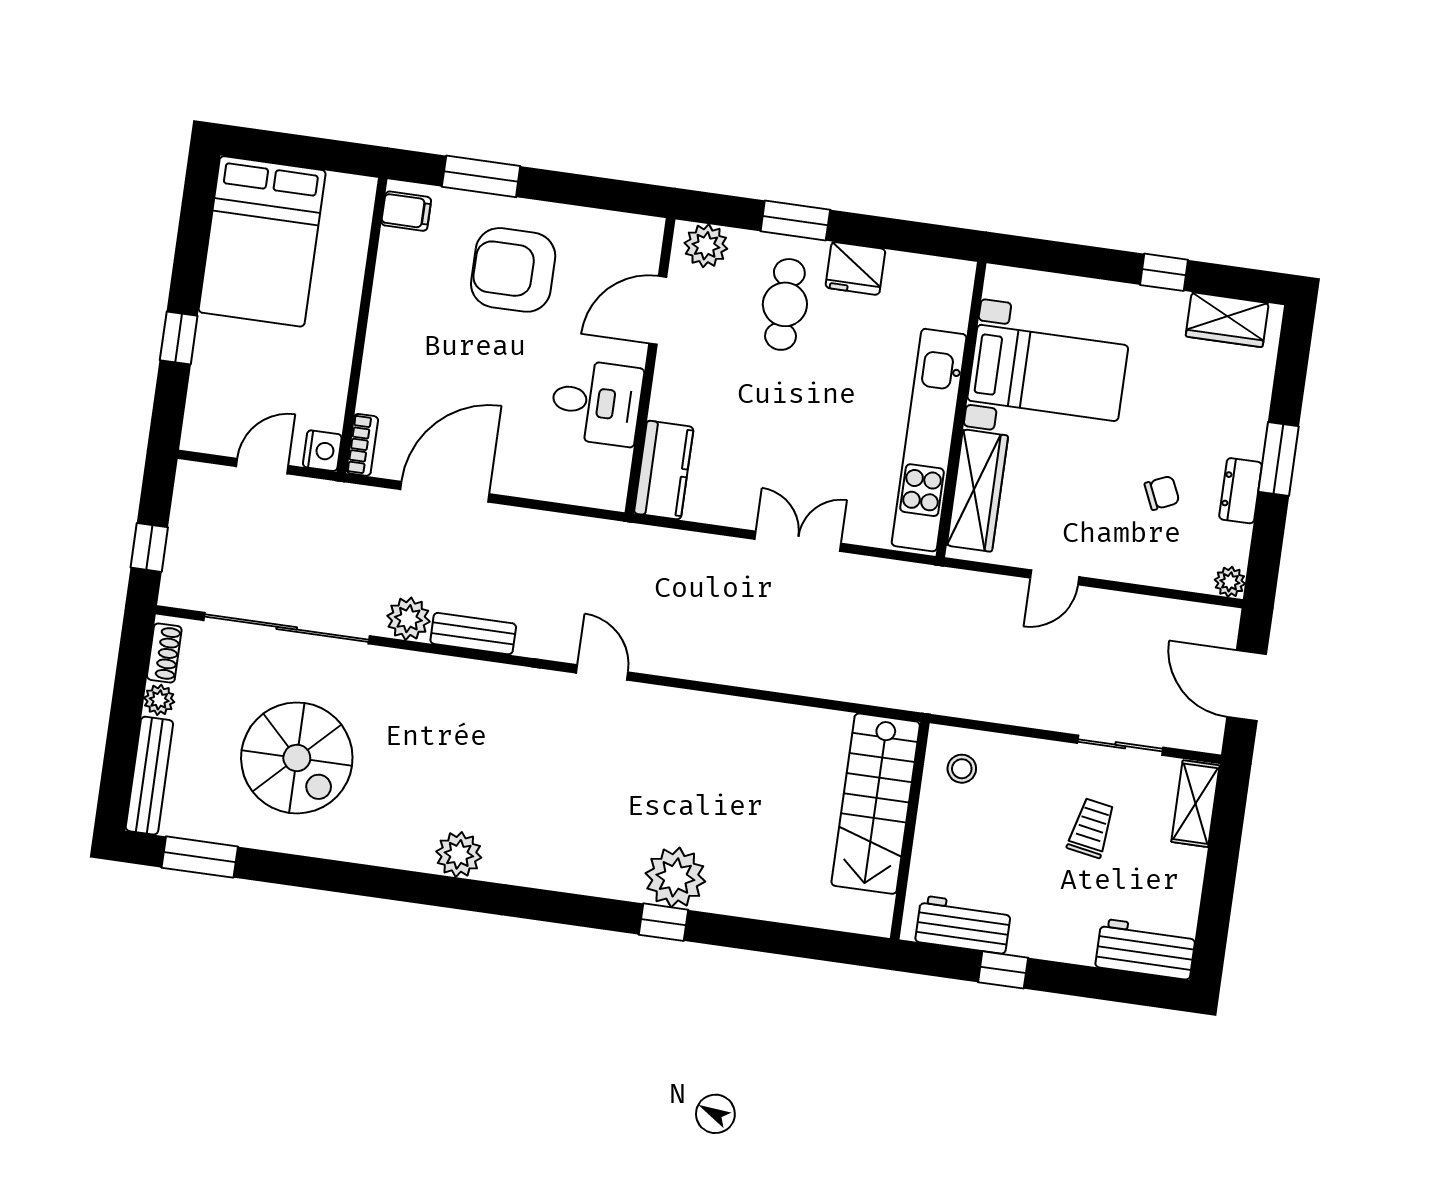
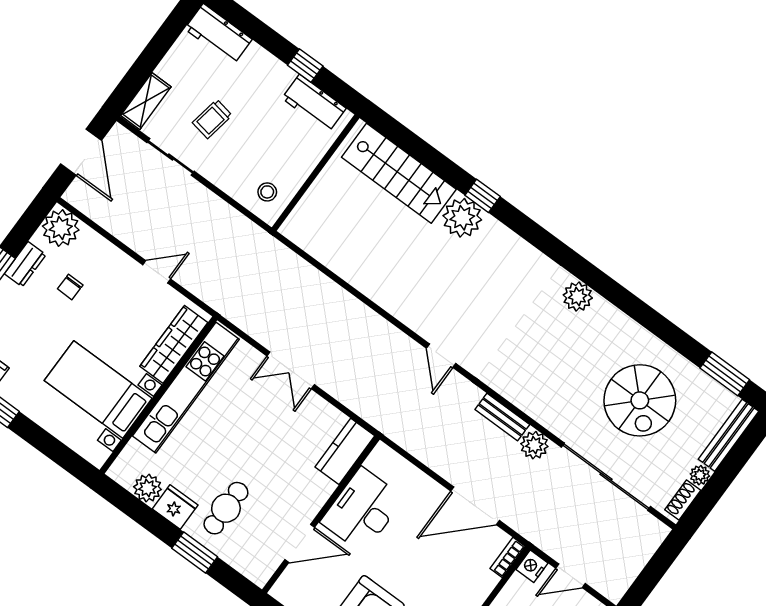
plant: (706, 246) -> (148, 488), moved
desk: (596, 402) -> (362, 510), width x1.37
chair: (1162, 493) -> (70, 287), turned -65
window: (149, 547) -> (659, 564), removed
plant: (1230, 582) -> (61, 228), width x1.88, depth x1.88
spiral stairs: (297, 758) -> (640, 400), turned 180
stairs: (876, 804) -> (399, 173), moved, turned 90

